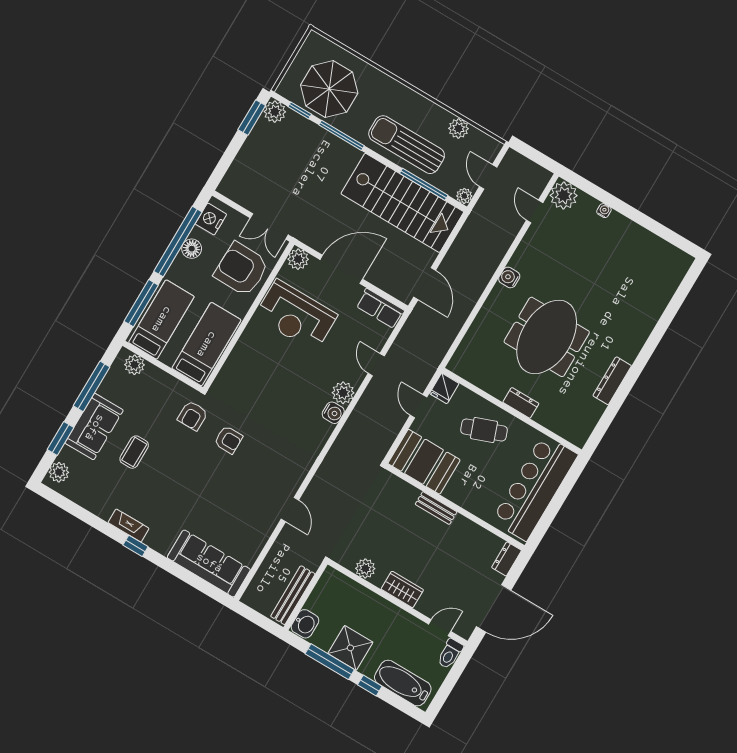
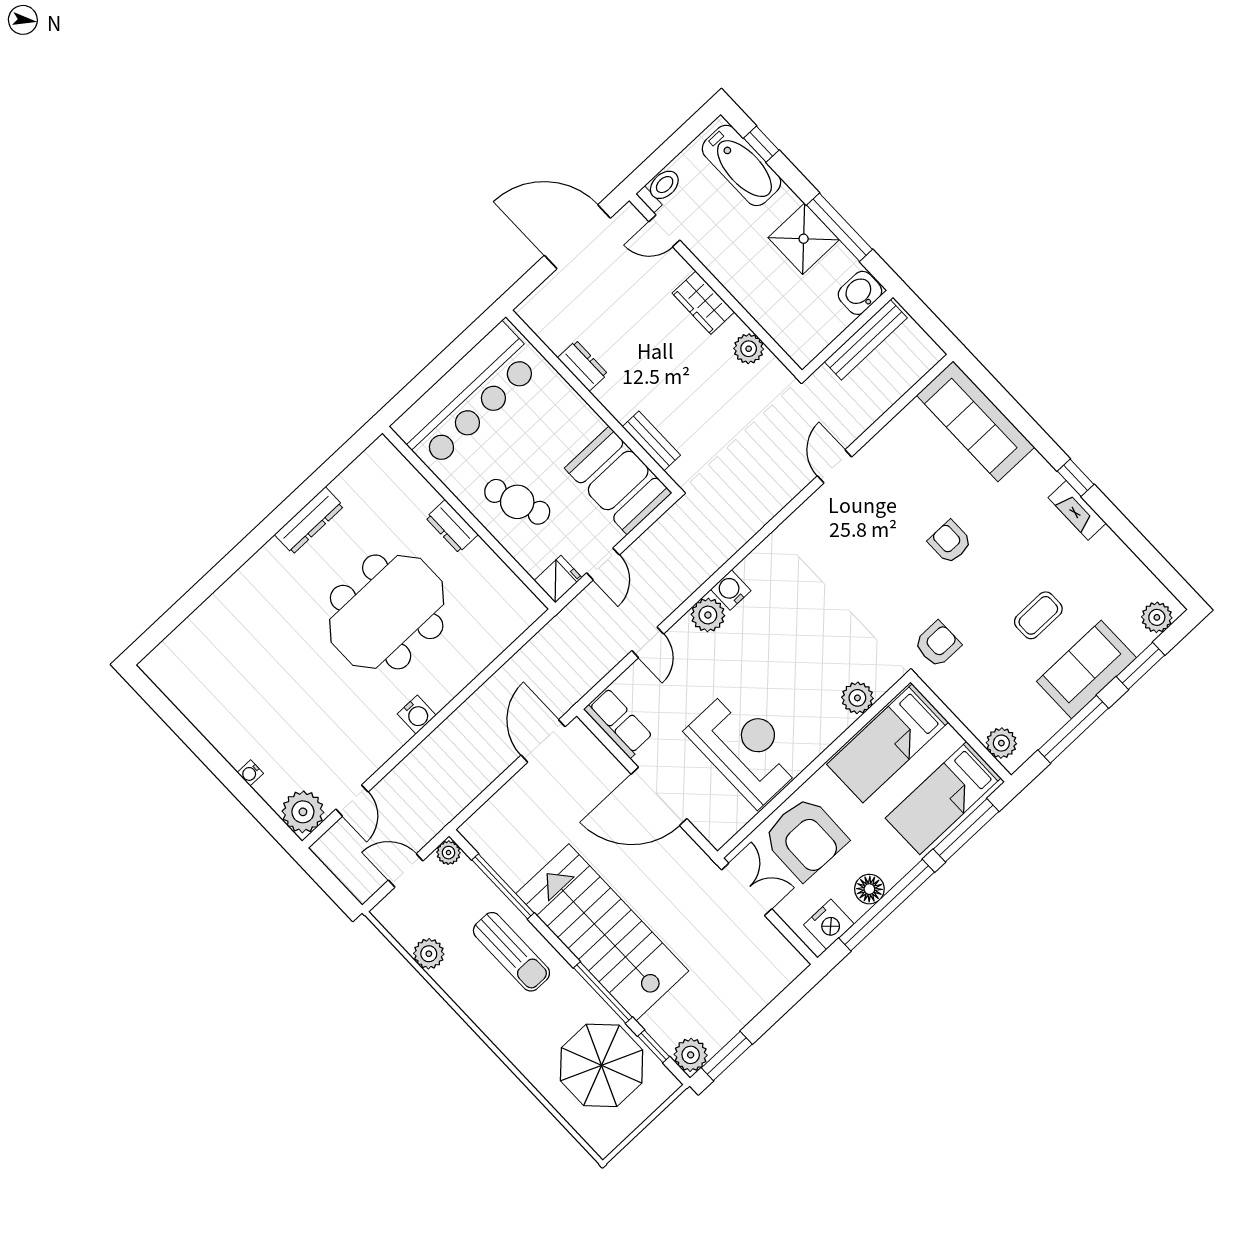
sun lounger: (407, 145) -> (511, 952), width x0.73, depth x0.75
door: (488, 177) -> (406, 871), swing flipped
stairs: (402, 203) -> (602, 932), moved
plant: (298, 259) -> (857, 698), moved
armchair: (228, 440) -> (950, 542), moved
bench: (436, 508) -> (651, 441), moved
dresser: (507, 559) -> (583, 366), moved, turned -90
window: (370, 686) -> (761, 144), moved

